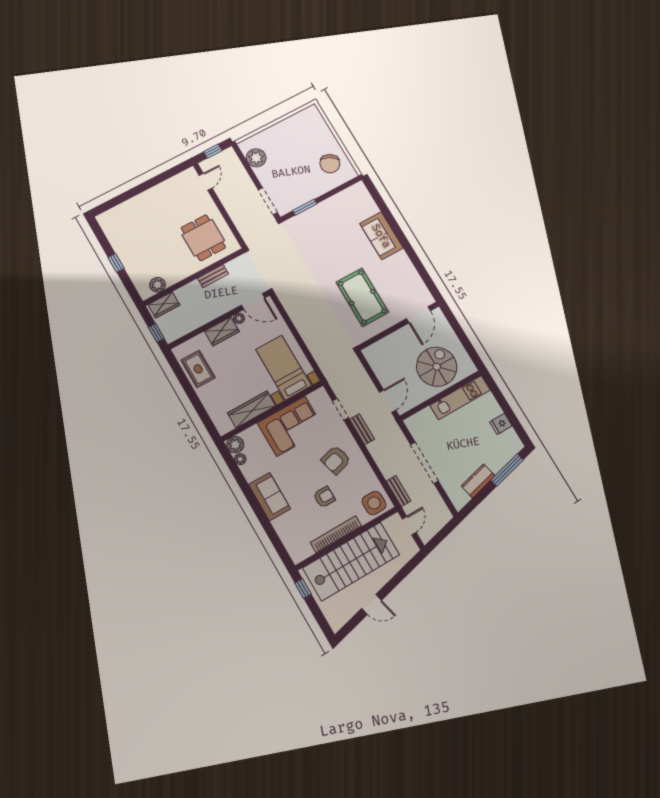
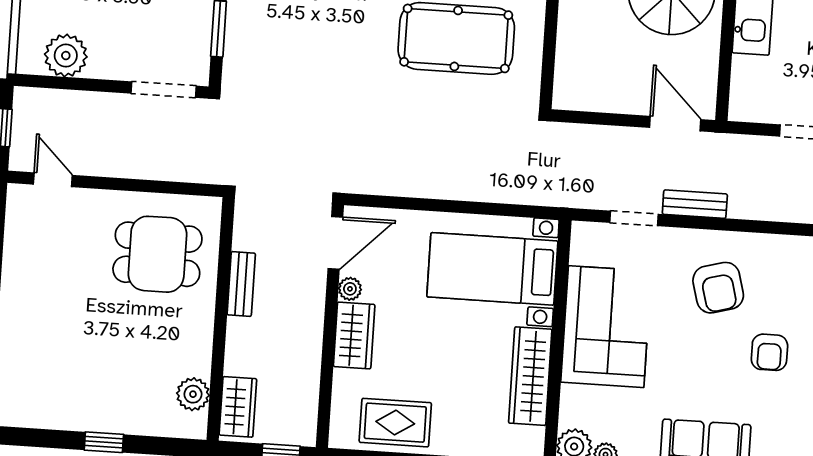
armchair: (324, 497) -> (769, 352), turned 180

